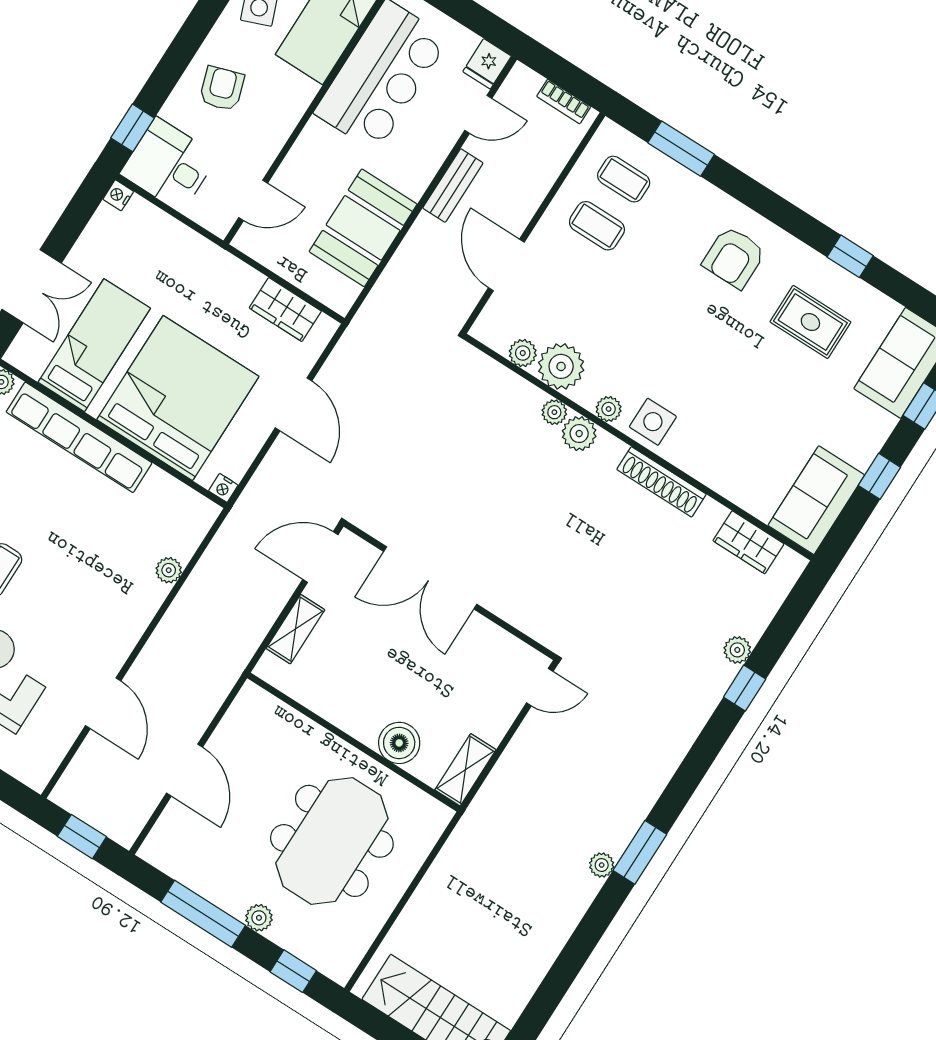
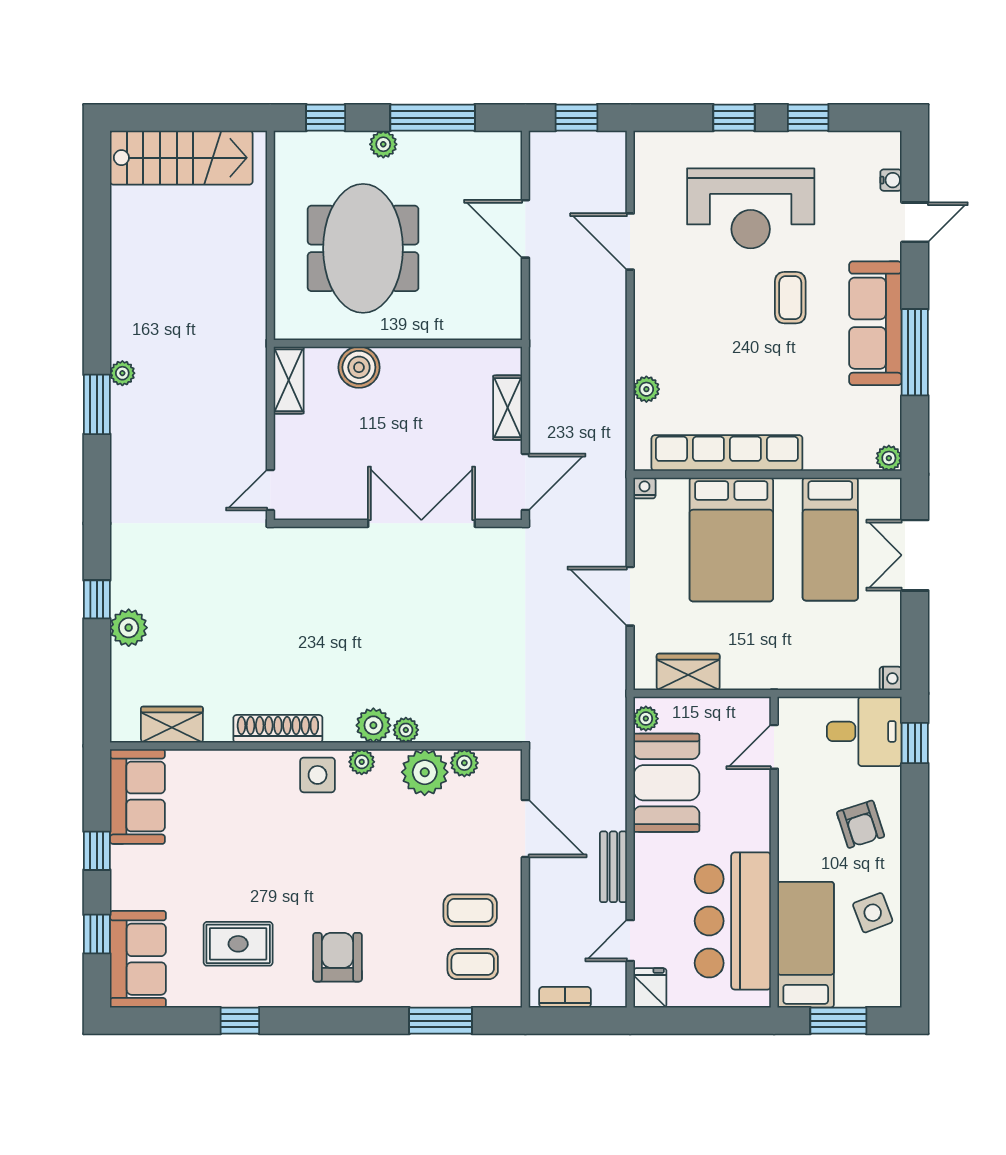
plant: (346, 293) -> (646, 719), added
bed: (178, 398) -> (731, 539), width x0.73
row of seats: (79, 437) -> (727, 453), moved
plant: (737, 650) -> (129, 628), width x1.38, depth x1.38

